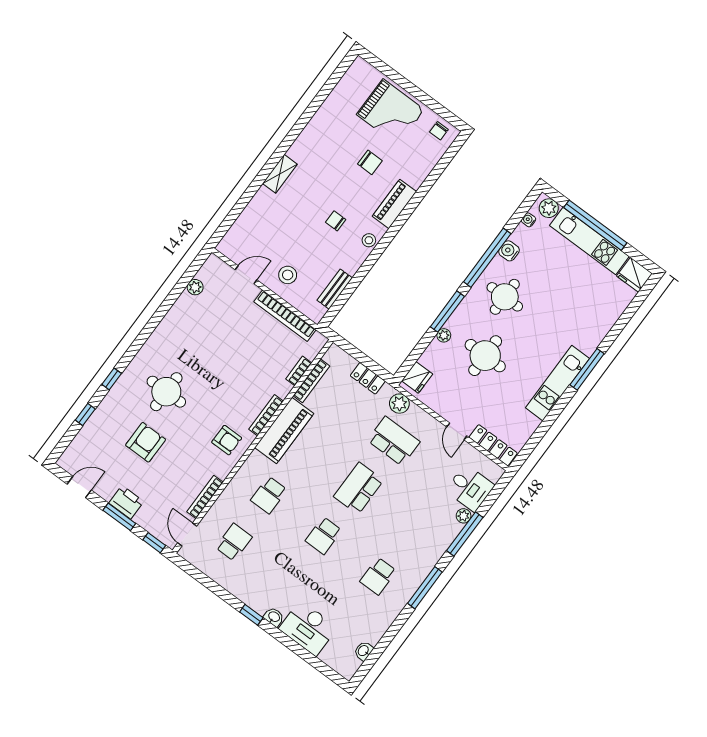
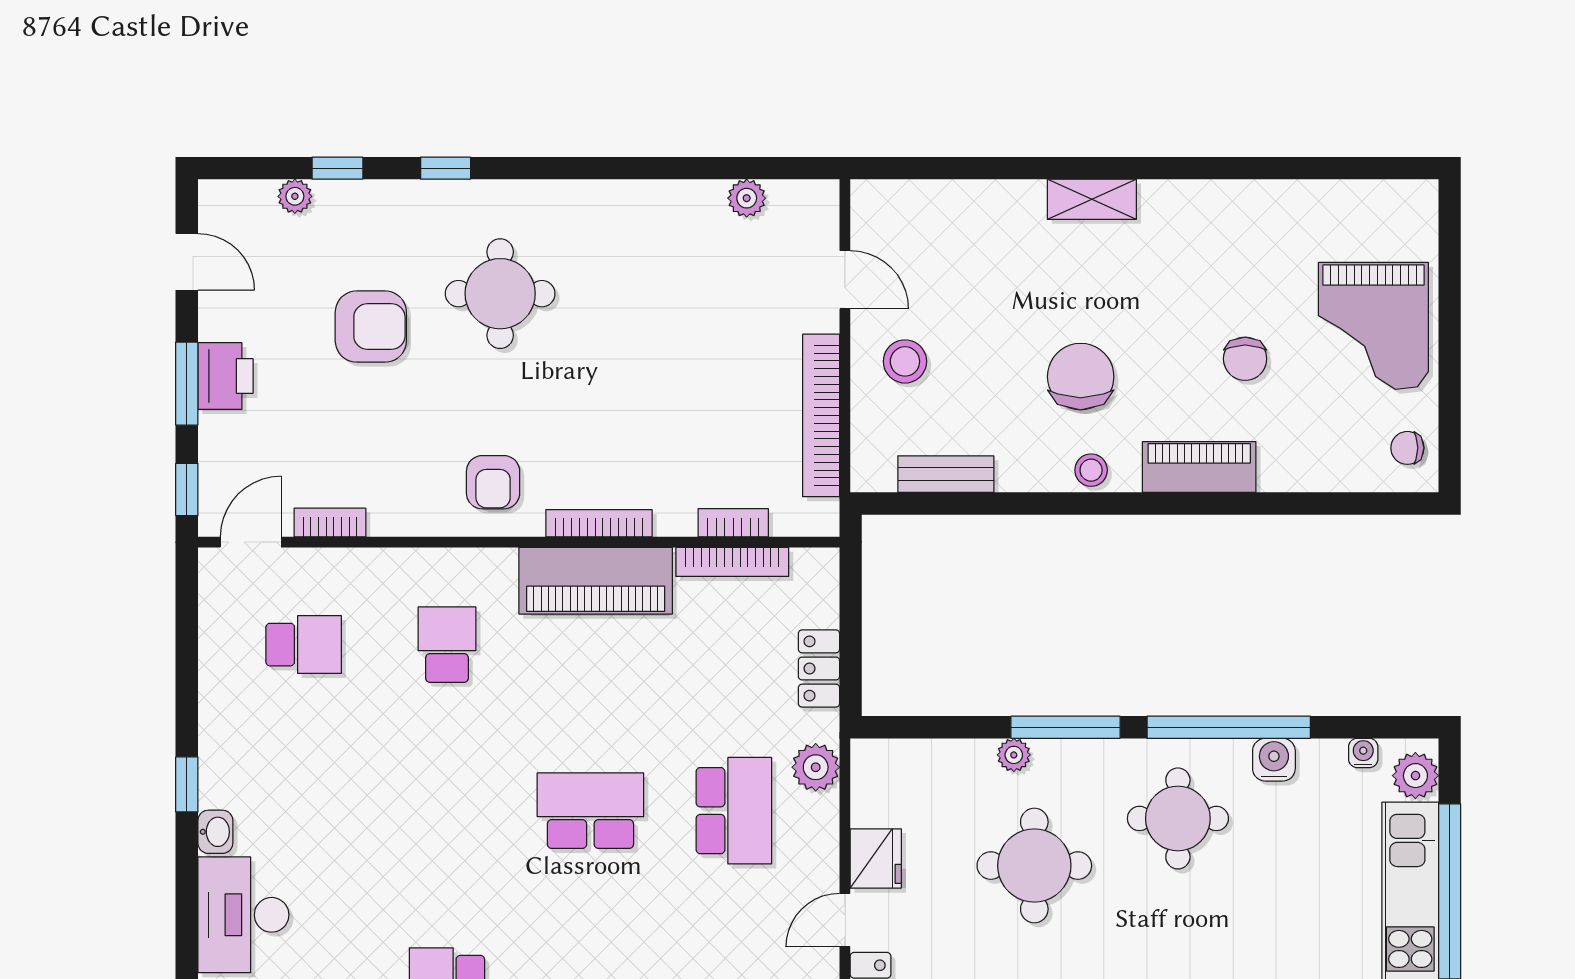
chair: (336, 221) -> (1081, 377), width x1.87, depth x1.87
fridge: (417, 377) -> (876, 859), moved, turned -90
plant: (84, 435) -> (295, 196), added
school desk: (269, 495) -> (447, 645), turned 90
bookcase: (205, 497) -> (330, 523), width x0.64
school desk: (324, 536) -> (447, 811), removed

